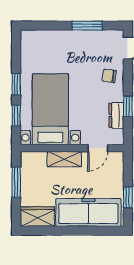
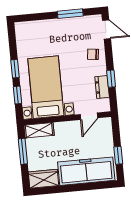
shelving: (64, 159) -> (39, 130), moved

